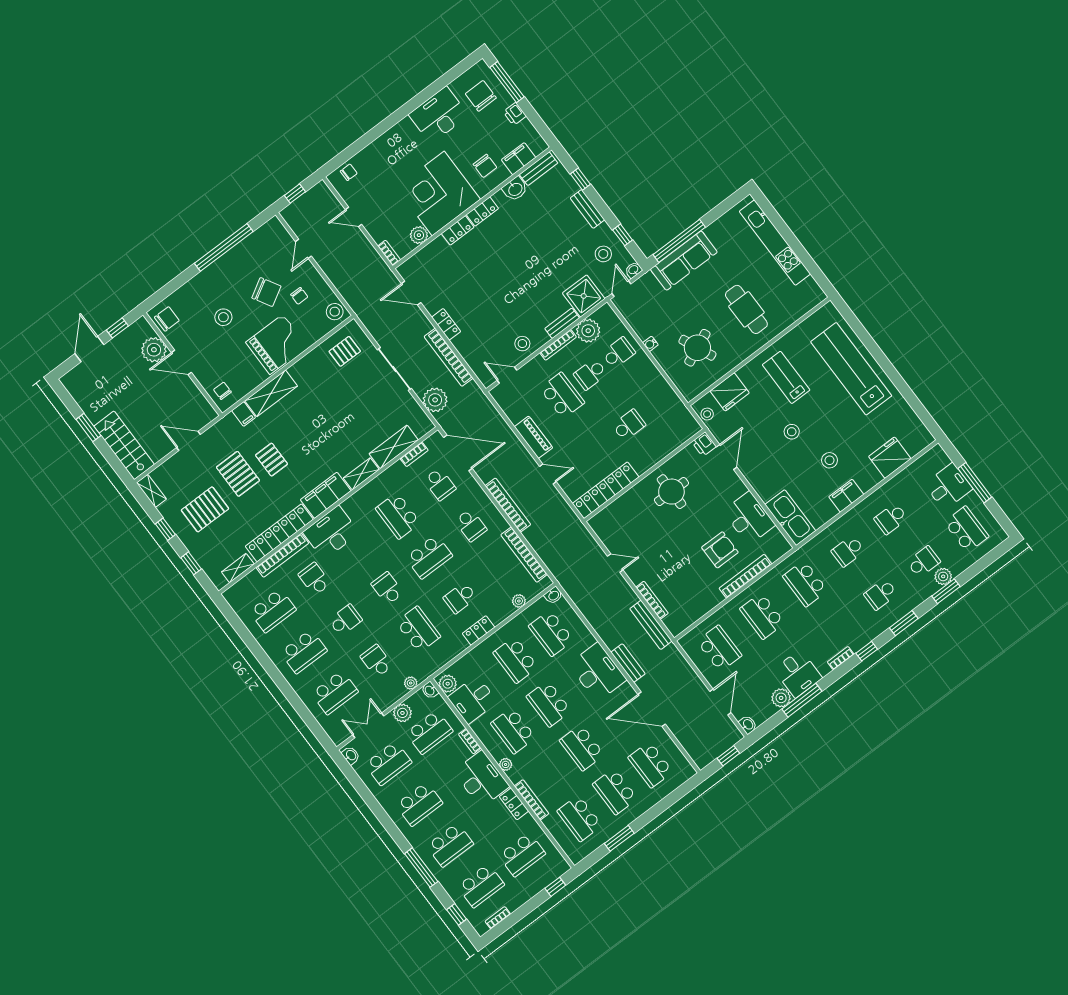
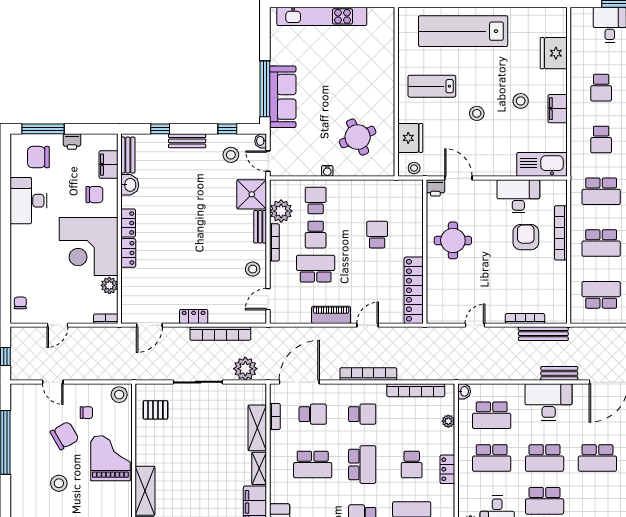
cafe table: (746, 309) -> (357, 77), removed
pallet: (345, 351) -> (155, 410), turned 90

